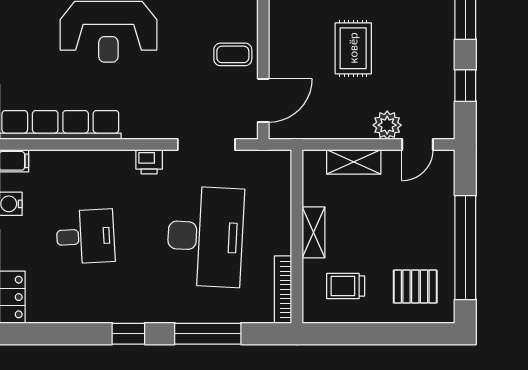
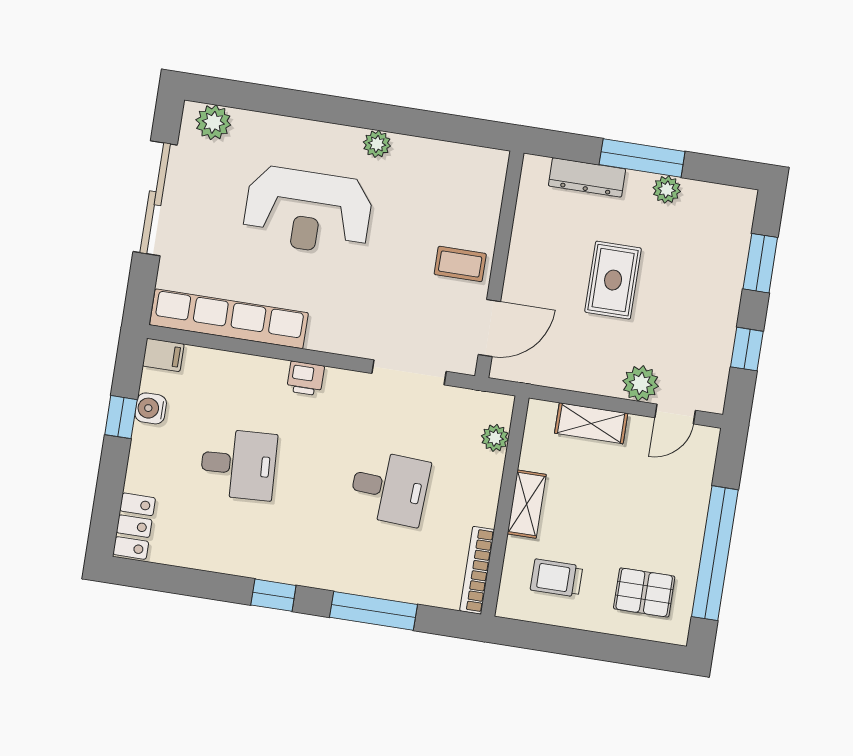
printer: (149, 162) -> (305, 378), moved
plant: (281, 185) -> (495, 438), added
desk: (205, 236) -> (390, 488), width x0.53, depth x0.77

